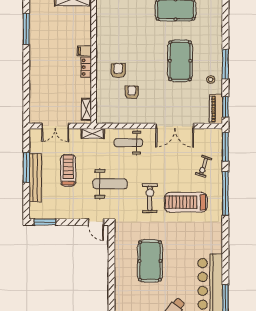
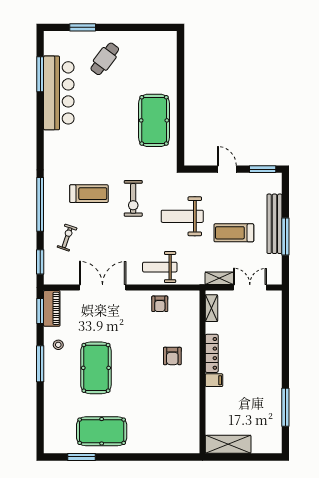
locker: (86, 67) -> (212, 353), width x1.53
armchair: (132, 92) -> (160, 304), moved
shelving: (93, 133) -> (219, 278), moved
weight bench: (128, 143) -> (160, 267), turned 180
window: (225, 147) -> (40, 262), width x0.69
treadmill: (68, 170) -> (234, 233), turned 90
treadmill: (186, 202) -> (89, 194), width x0.73, depth x0.73
door: (96, 222) -> (227, 169), moved
pool table: (150, 261) -> (154, 120), moved

